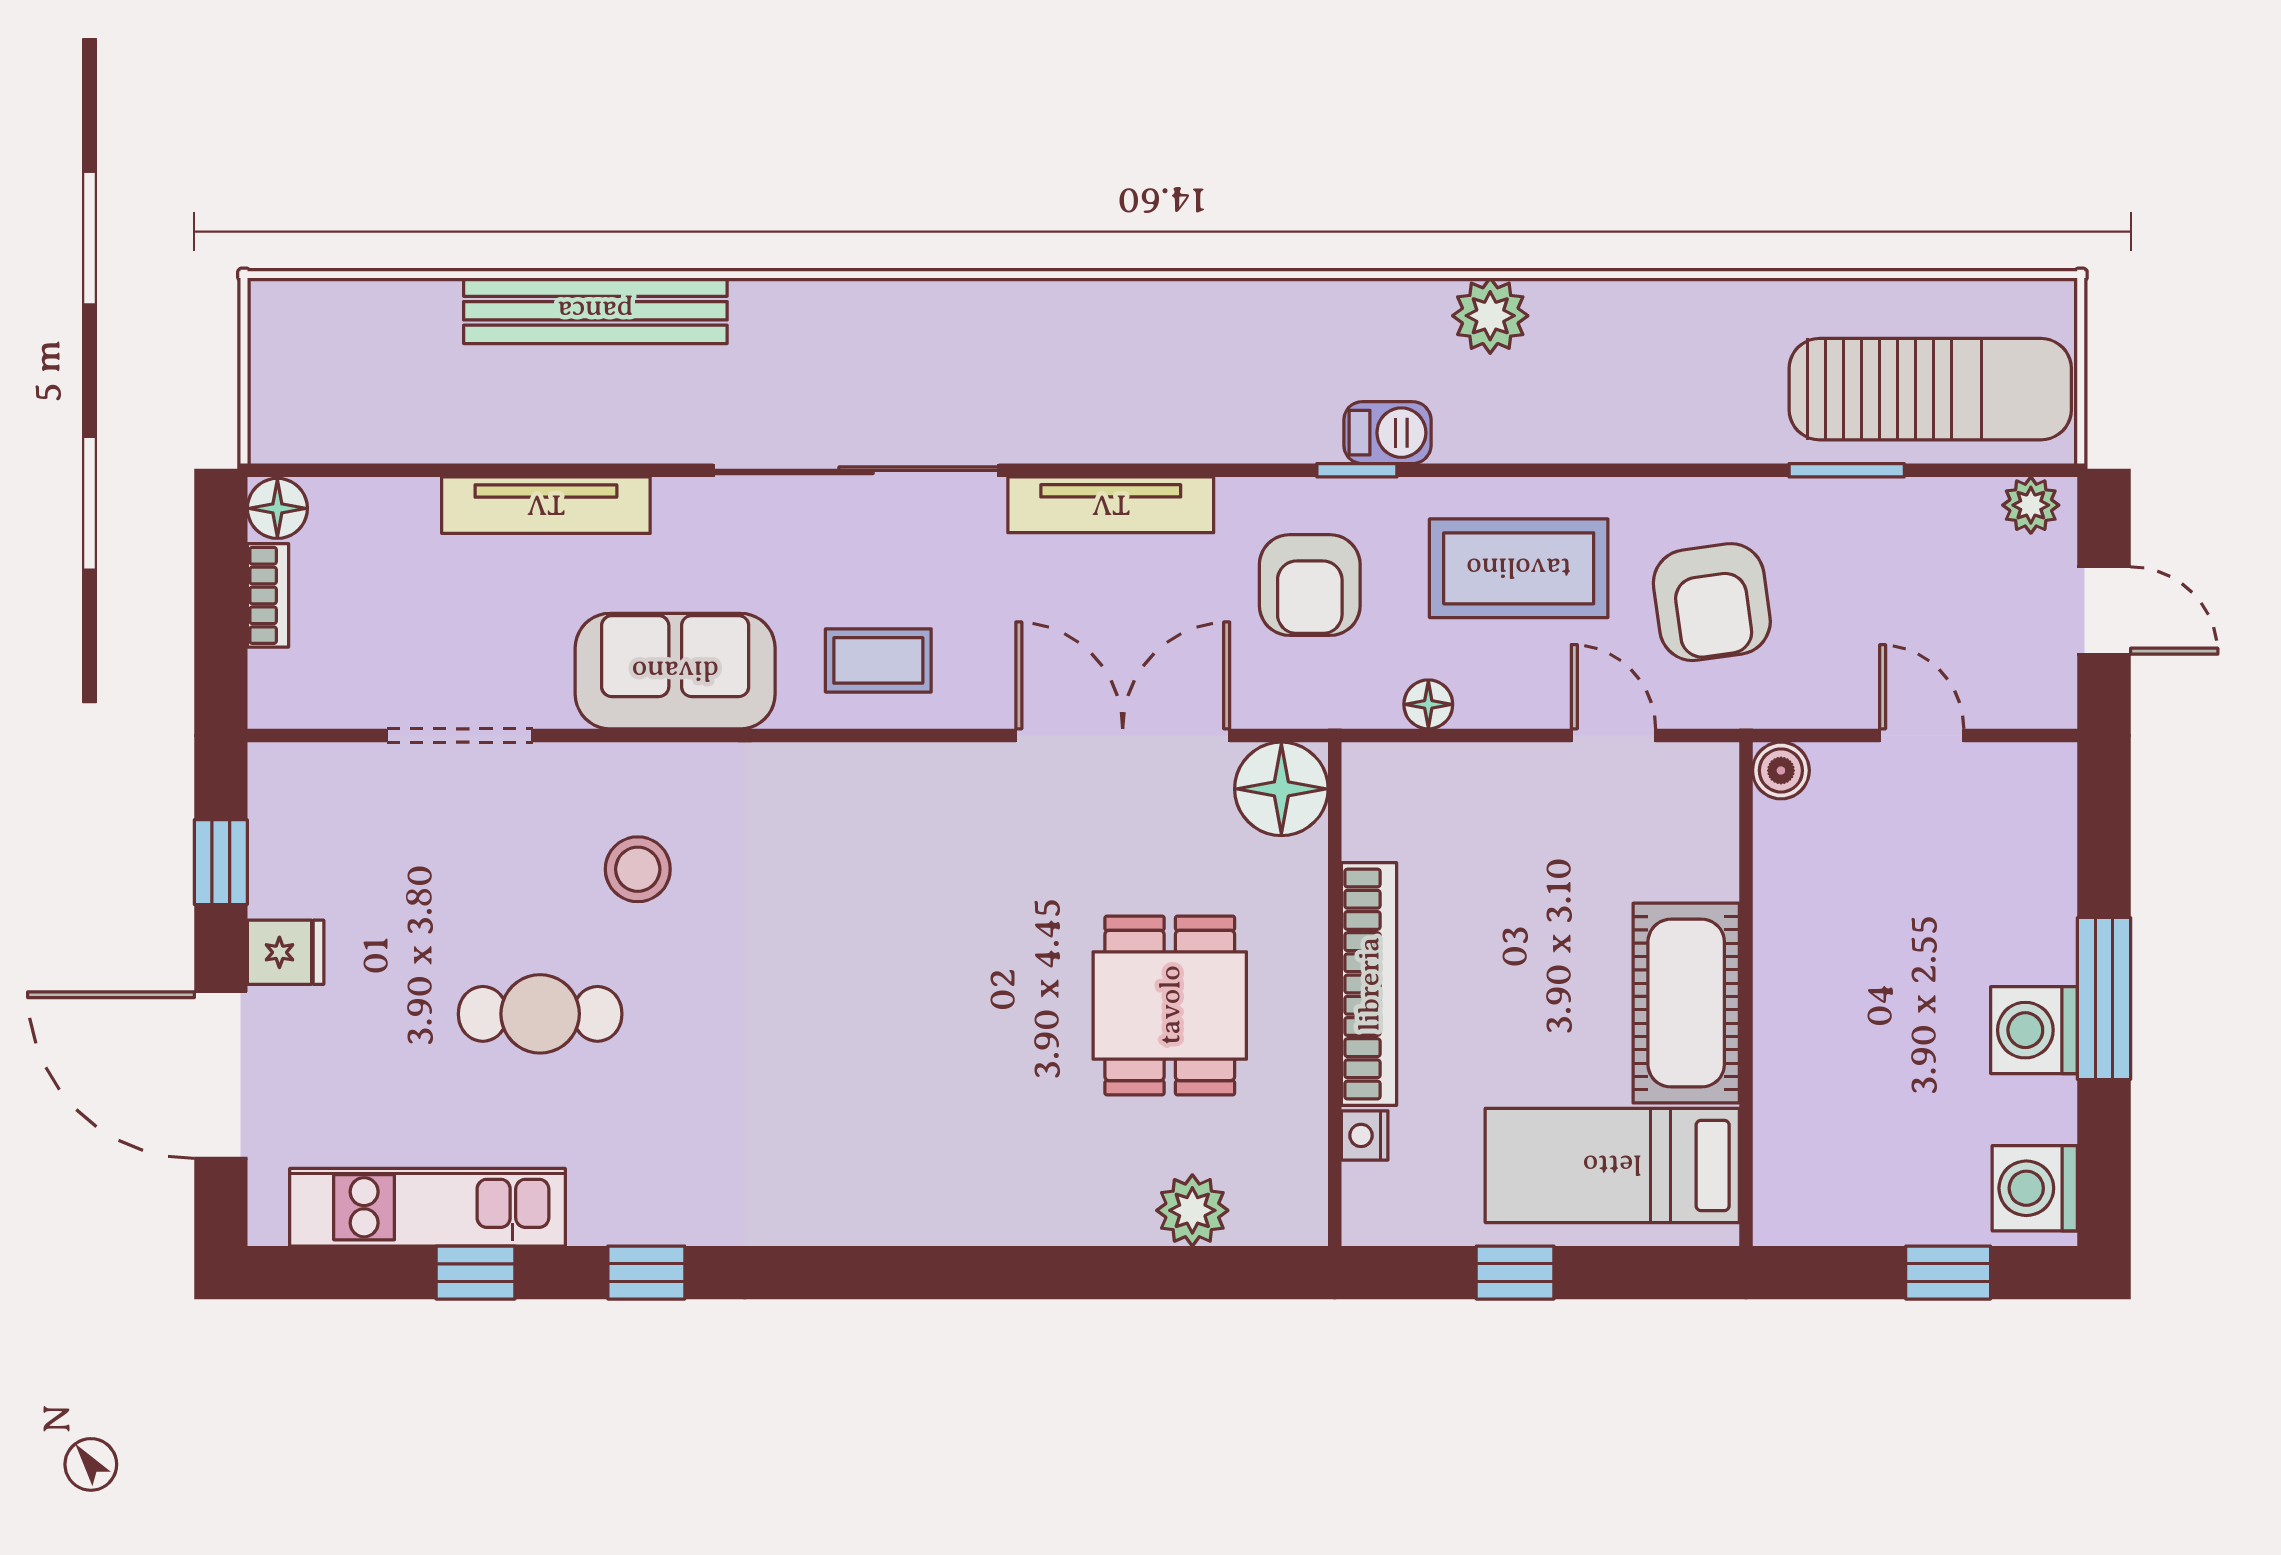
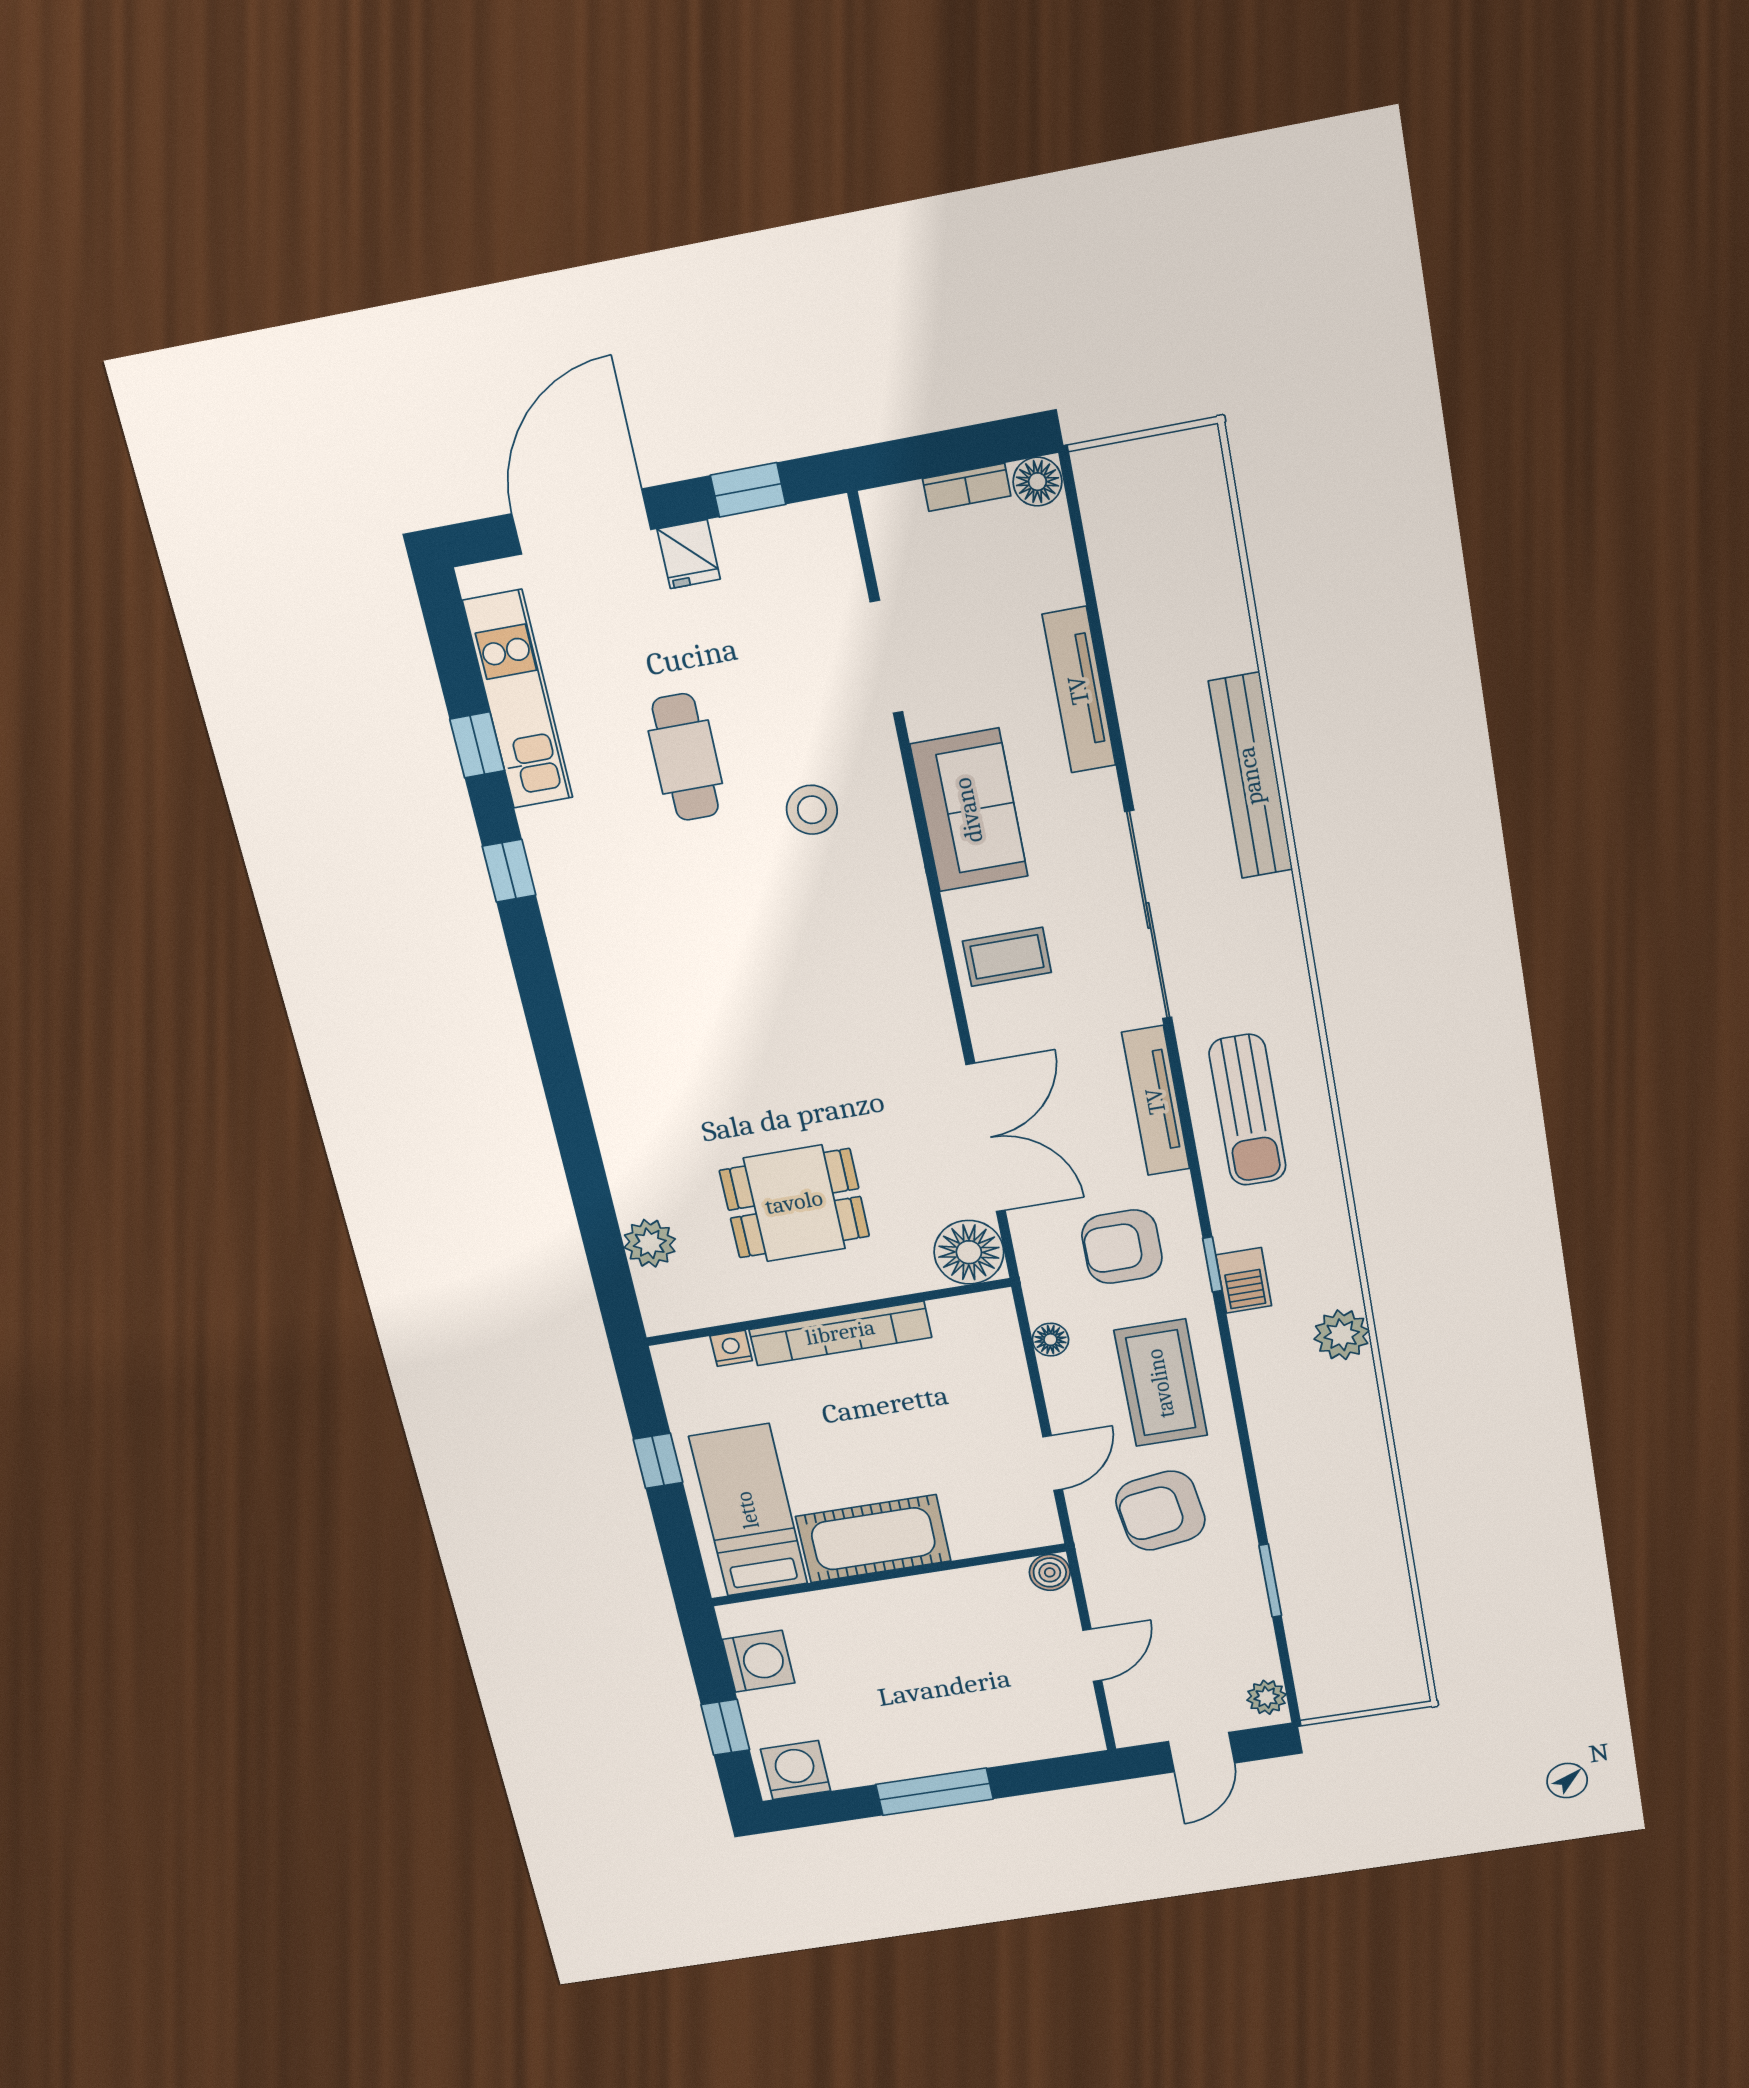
bench: (595, 311) -> (1251, 776), moved
sun lounger: (1930, 389) -> (1248, 1110), moved, width x0.73, depth x0.75
coffee table: (878, 660) -> (1007, 957), turned 90
washing machine: (2034, 1030) -> (759, 1661), moved, turned 90

